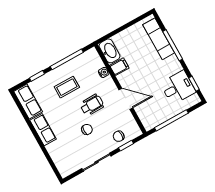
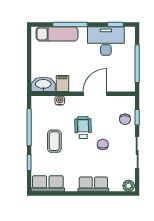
desk: (178, 88) -> (106, 41), width x1.37
row of seats: (43, 130) -> (93, 184), moved
plant: (64, 171) -> (129, 186), added

